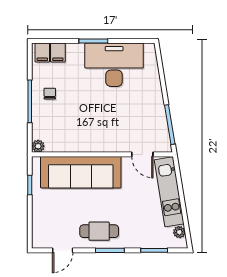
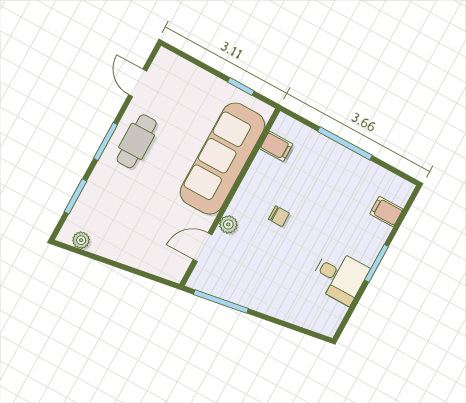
filing cabinet: (42, 53) -> (276, 146), moved, turned 180
desk: (114, 65) -> (339, 276), width x0.53, depth x0.77
chair: (50, 94) -> (279, 216), moved
plant: (38, 146) -> (228, 224), moved
kitchen unit: (169, 192) -> (138, 255), removed

